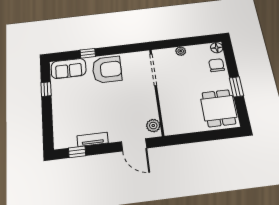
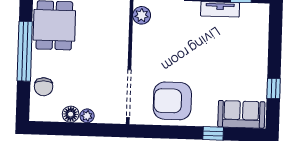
floor lamp: (217, 48) -> (71, 114), moved
armchair: (107, 70) -> (172, 101), moved
window: (236, 87) -> (25, 51), width x2.11

